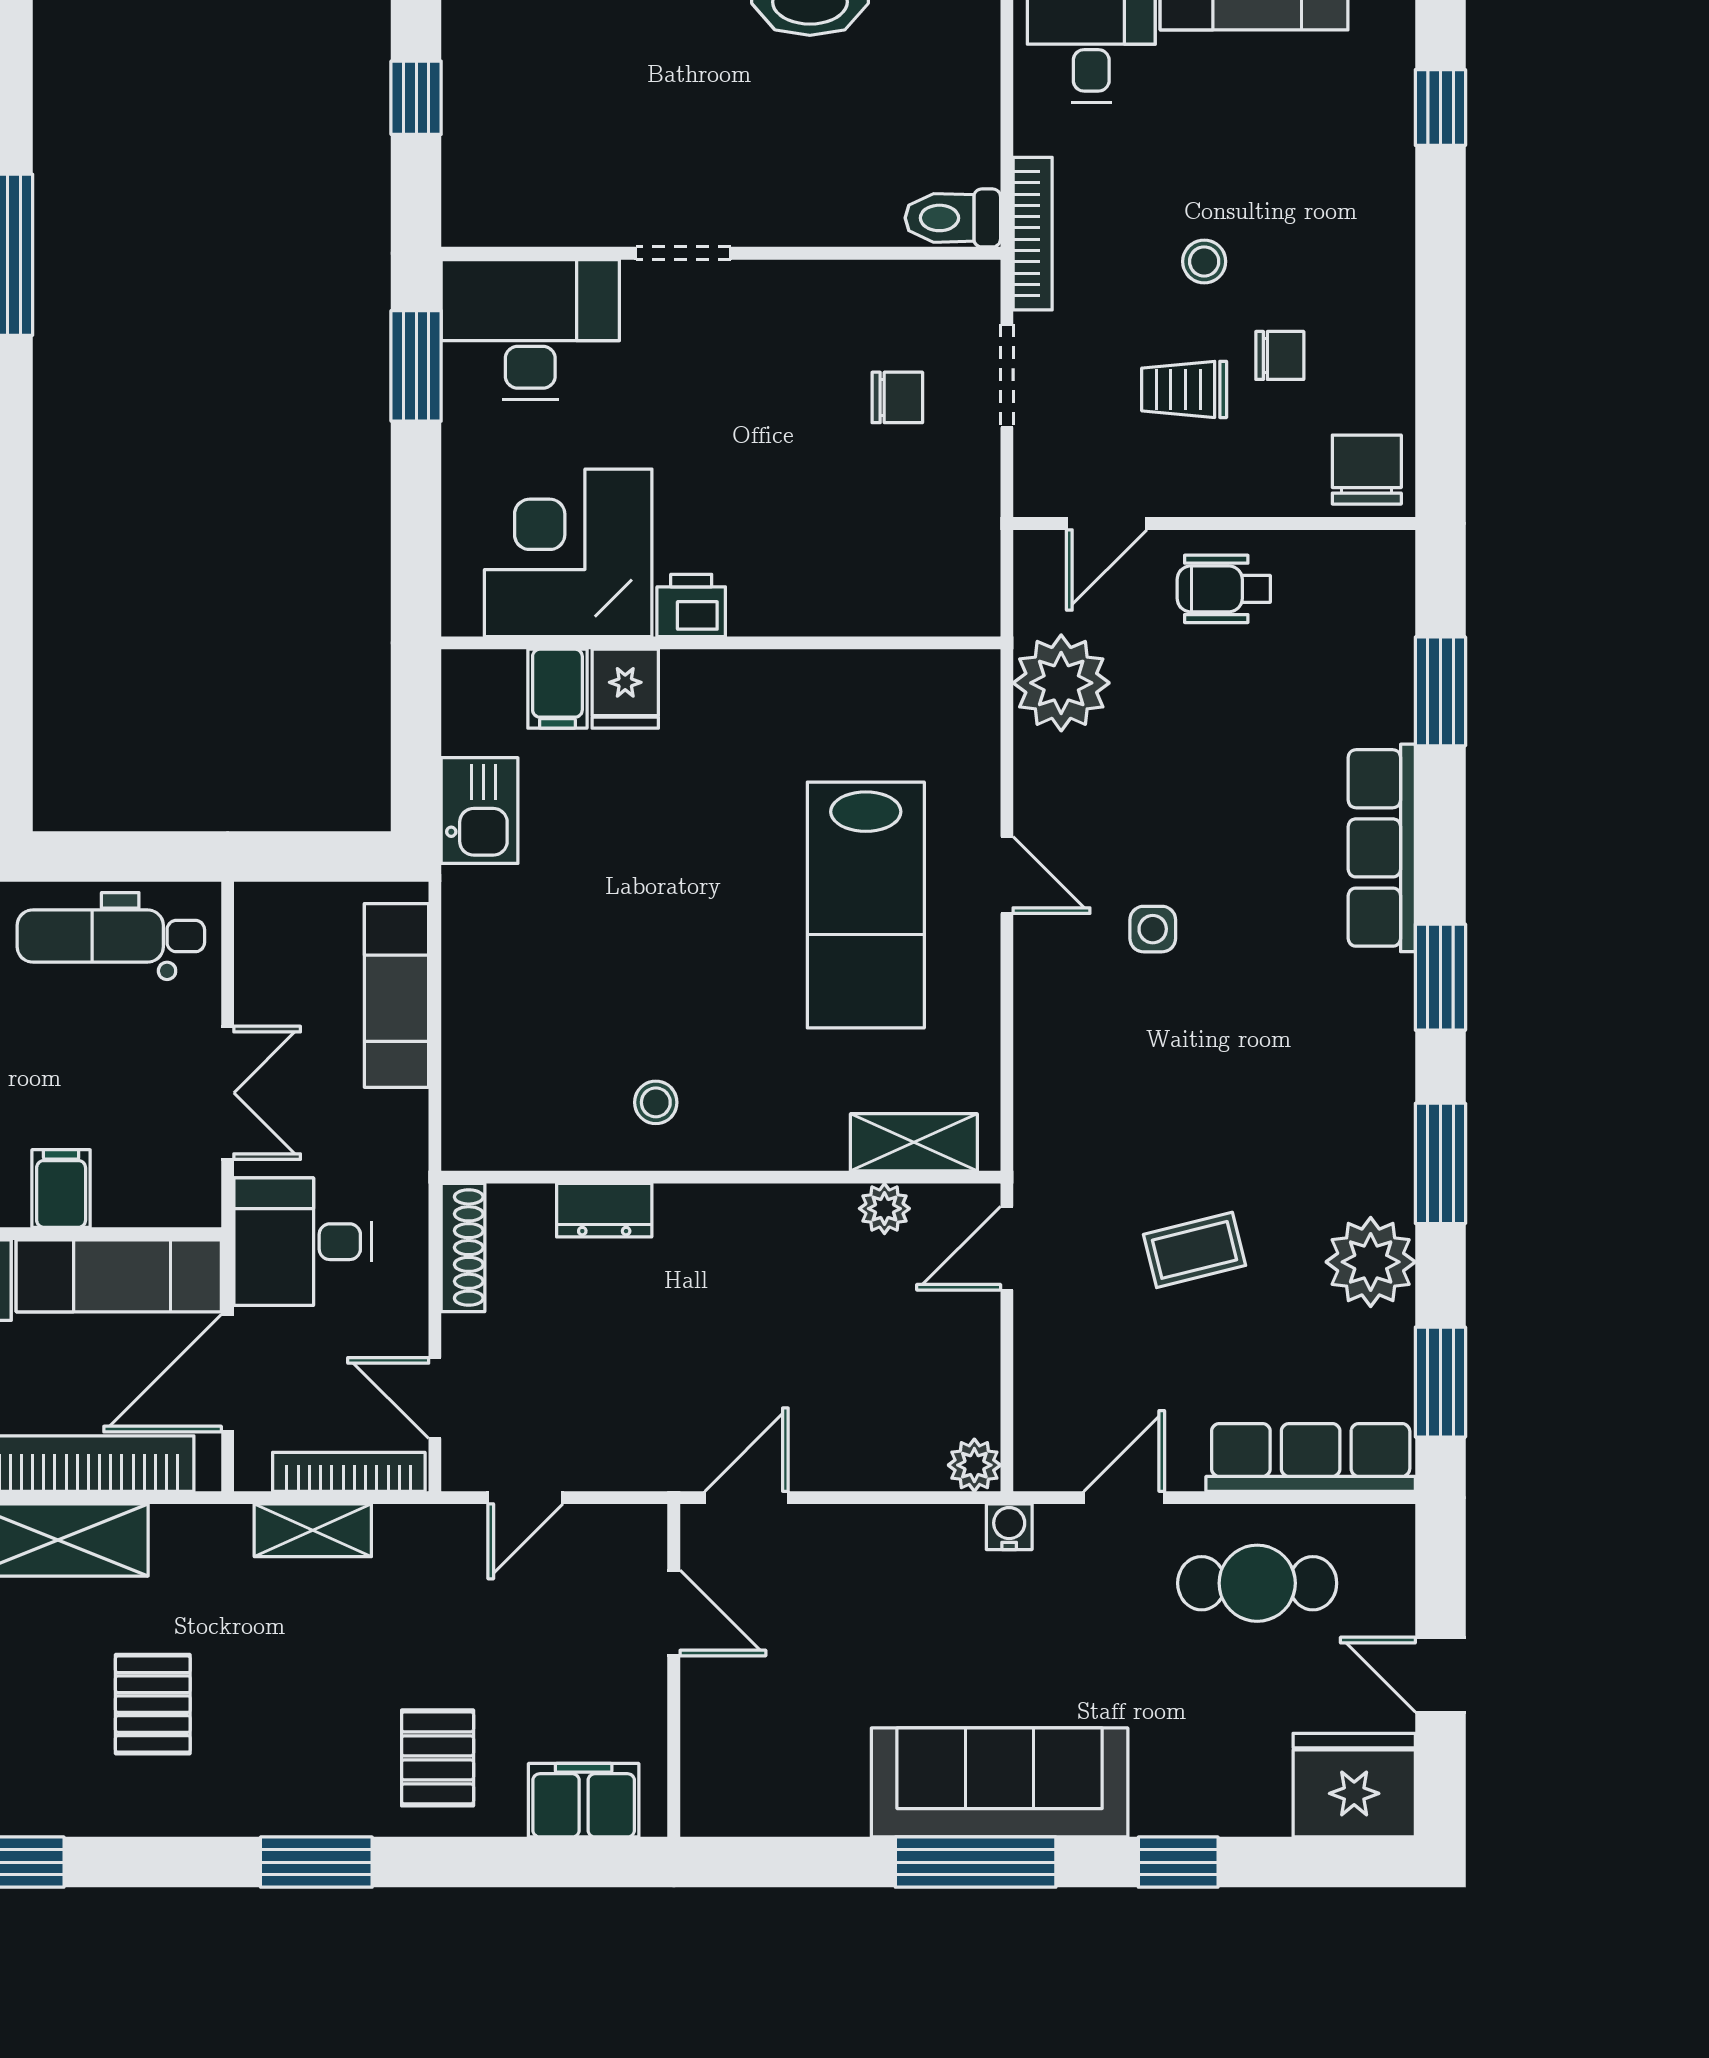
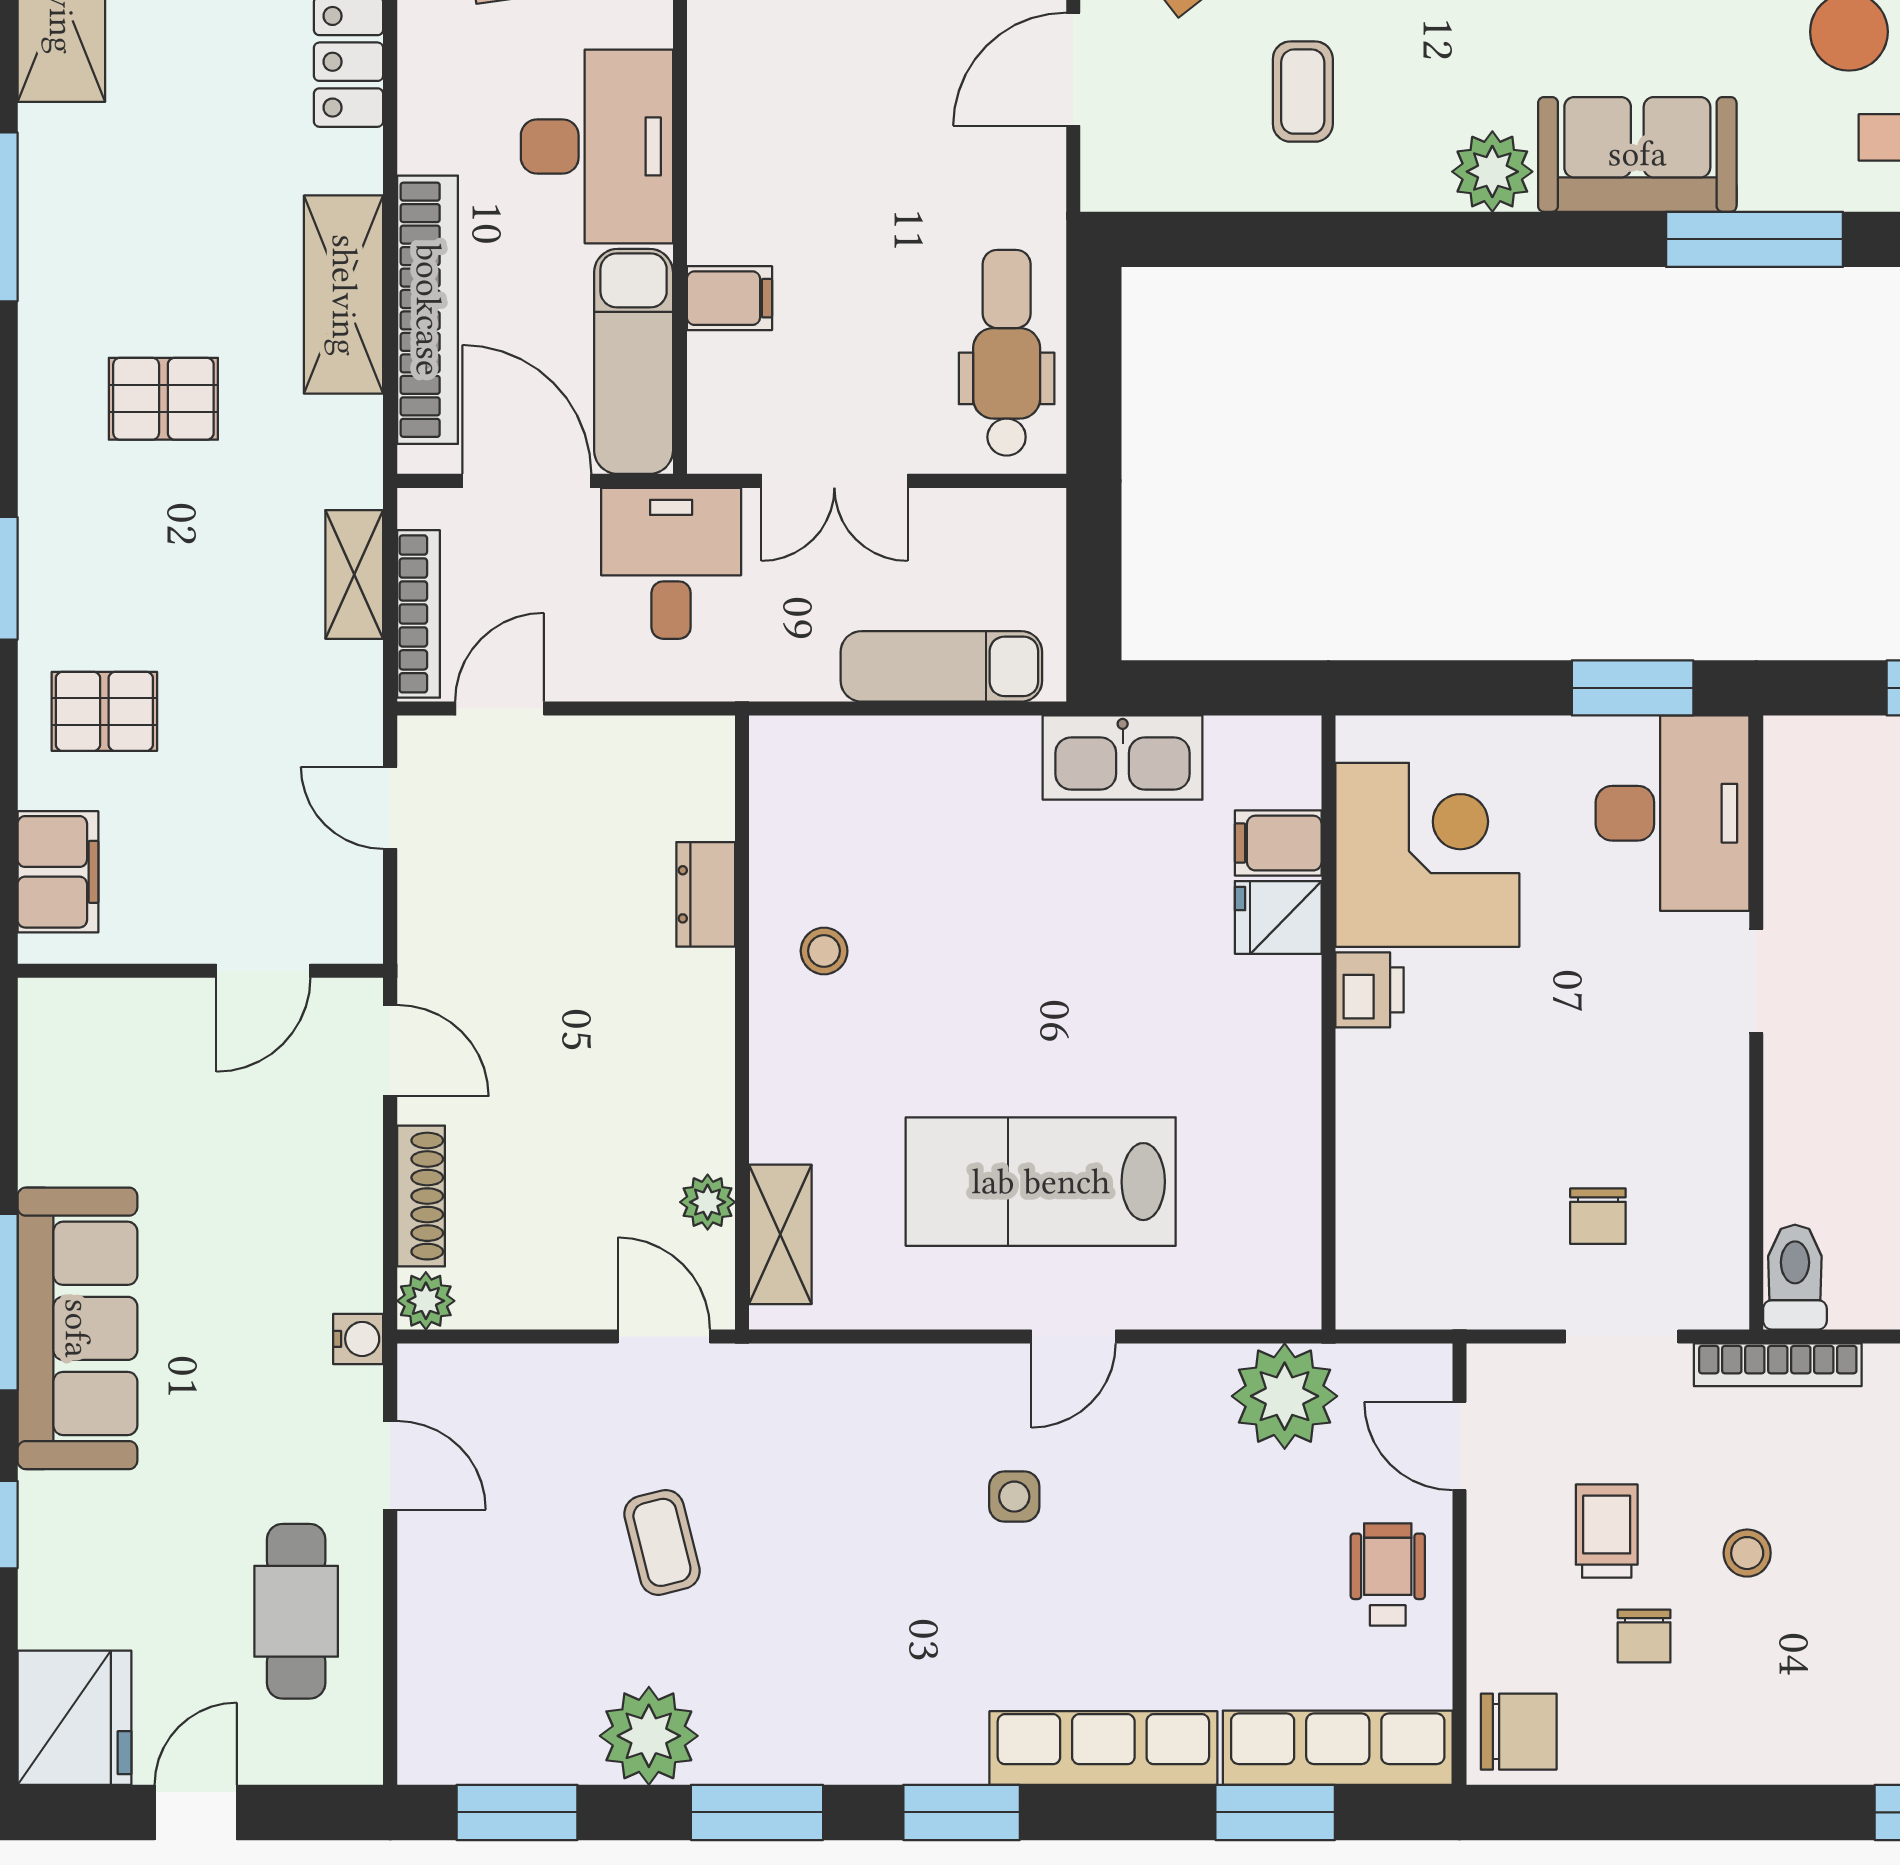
kitchen sink: (480, 811) -> (1123, 758), width x1.38
shoe rack: (463, 1248) -> (421, 1196), moved, turned -90
row of seats: (1311, 1457) -> (1338, 1748), moved, turned -90

